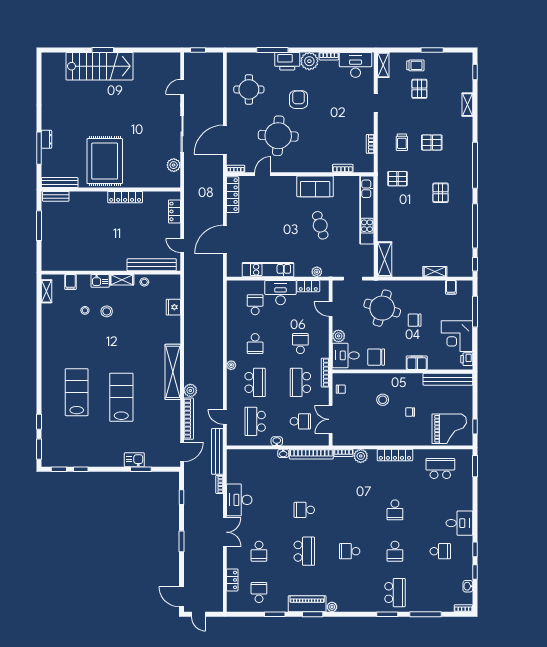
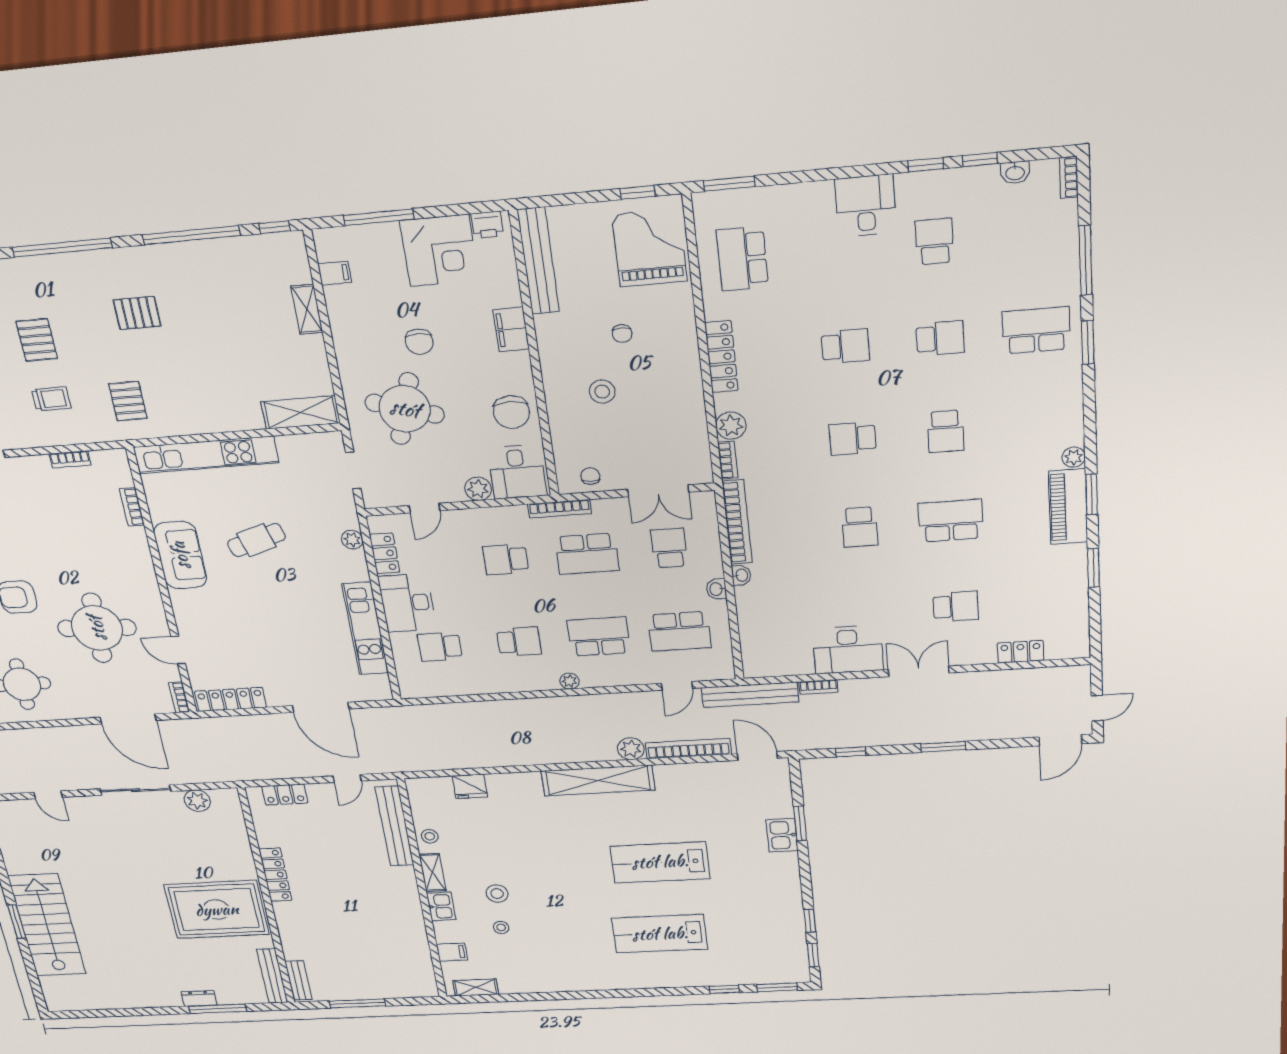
school desk: (259, 593) -> (853, 438), moved

